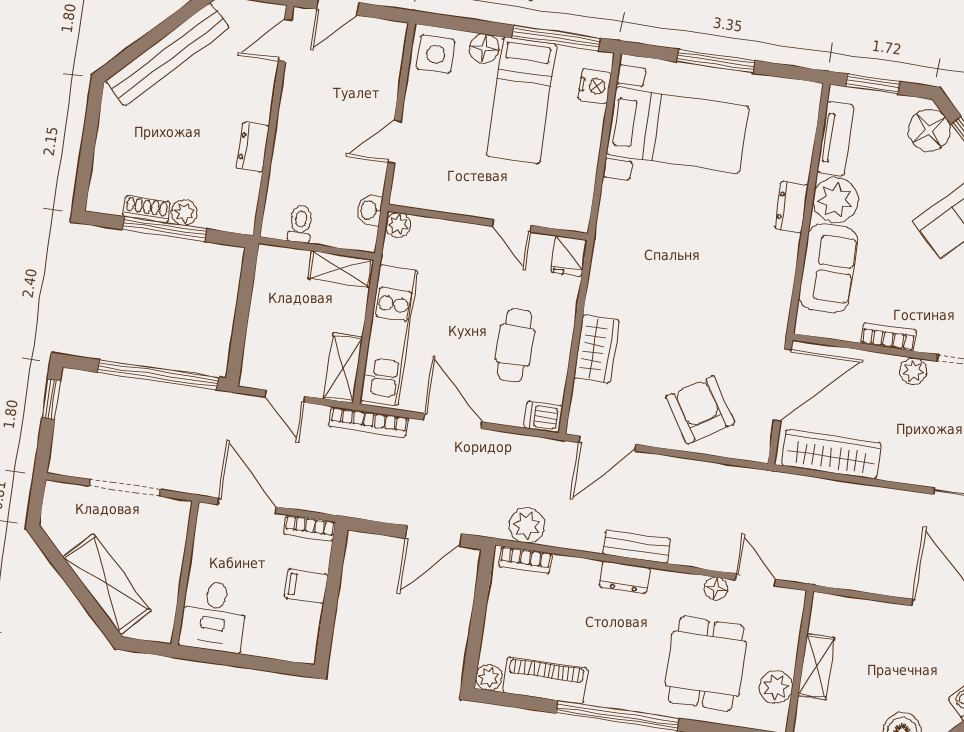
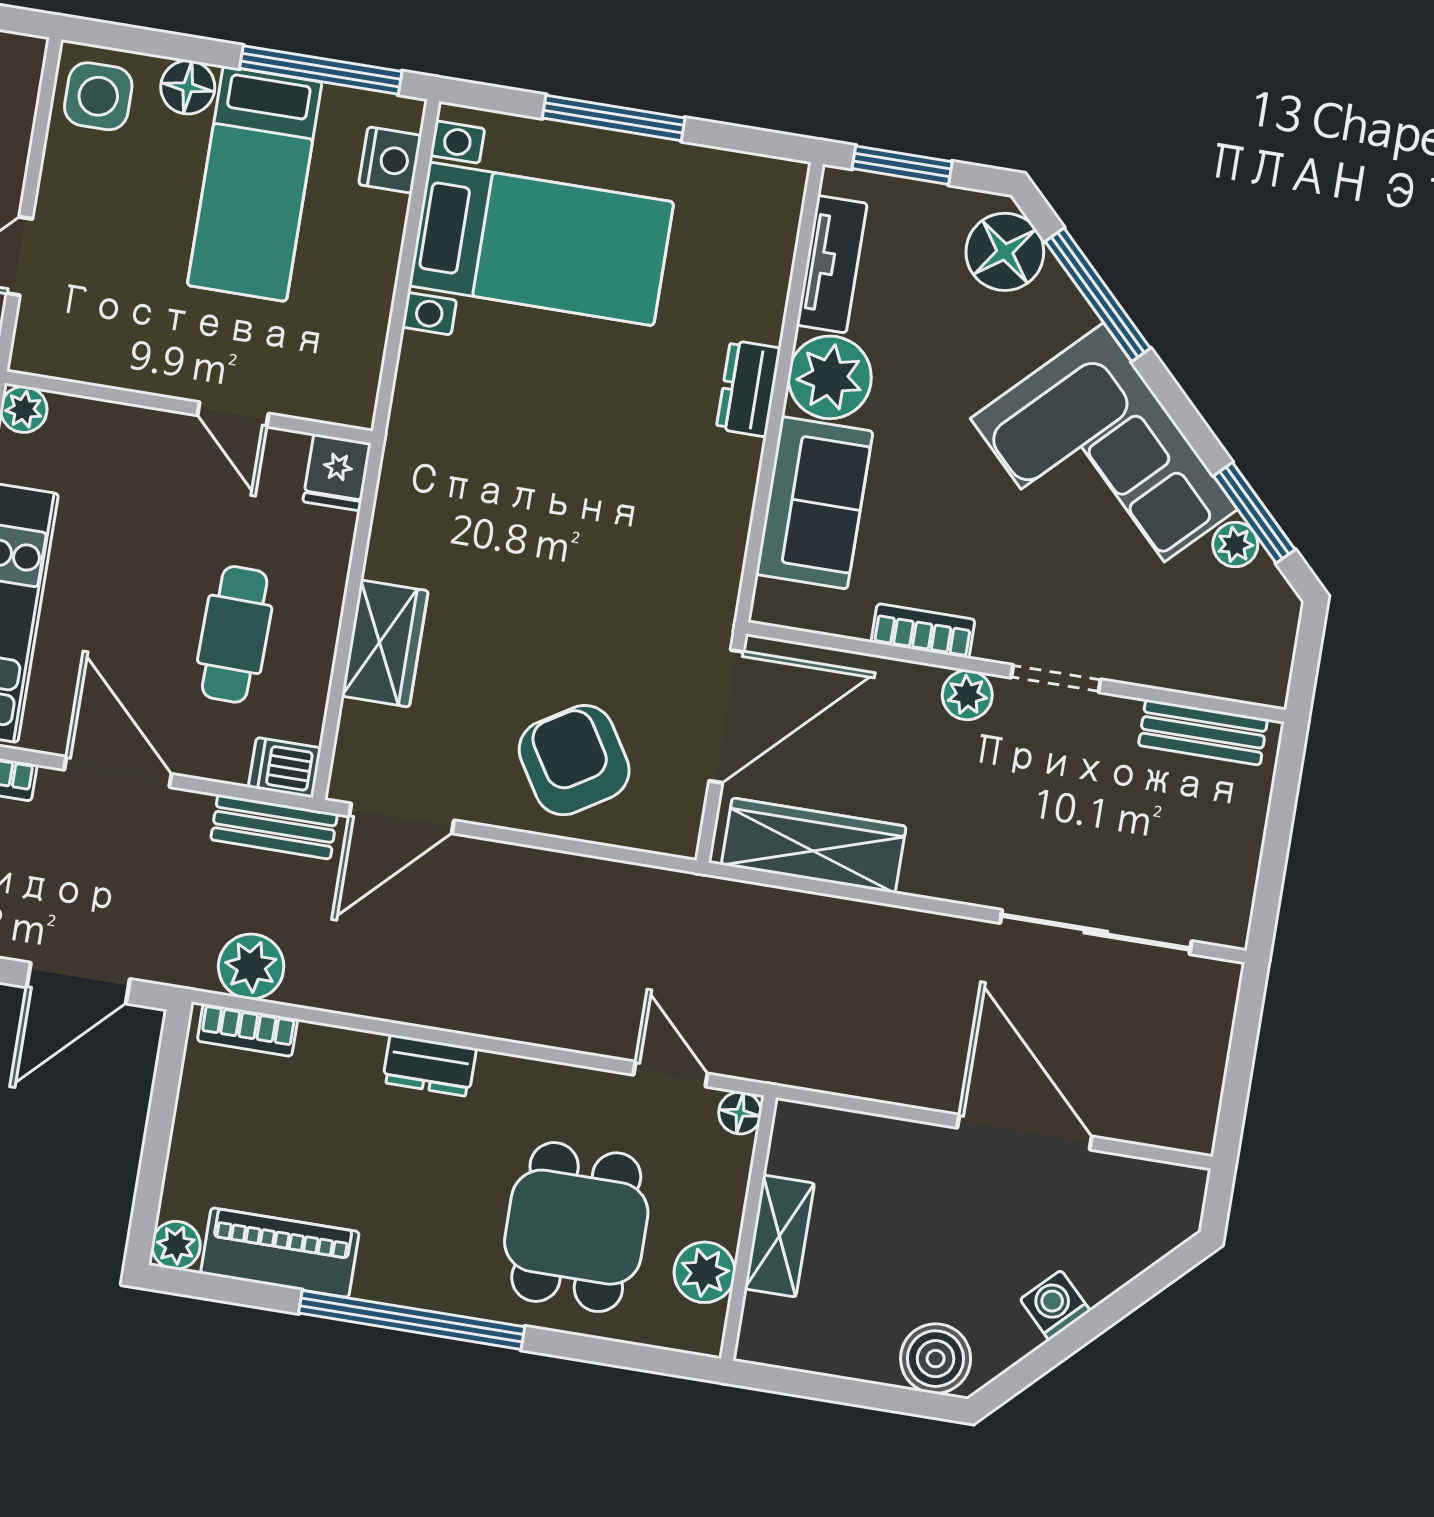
bench: (636, 547) -> (274, 827), moved
floor lamp: (716, 589) -> (740, 1113), moved

